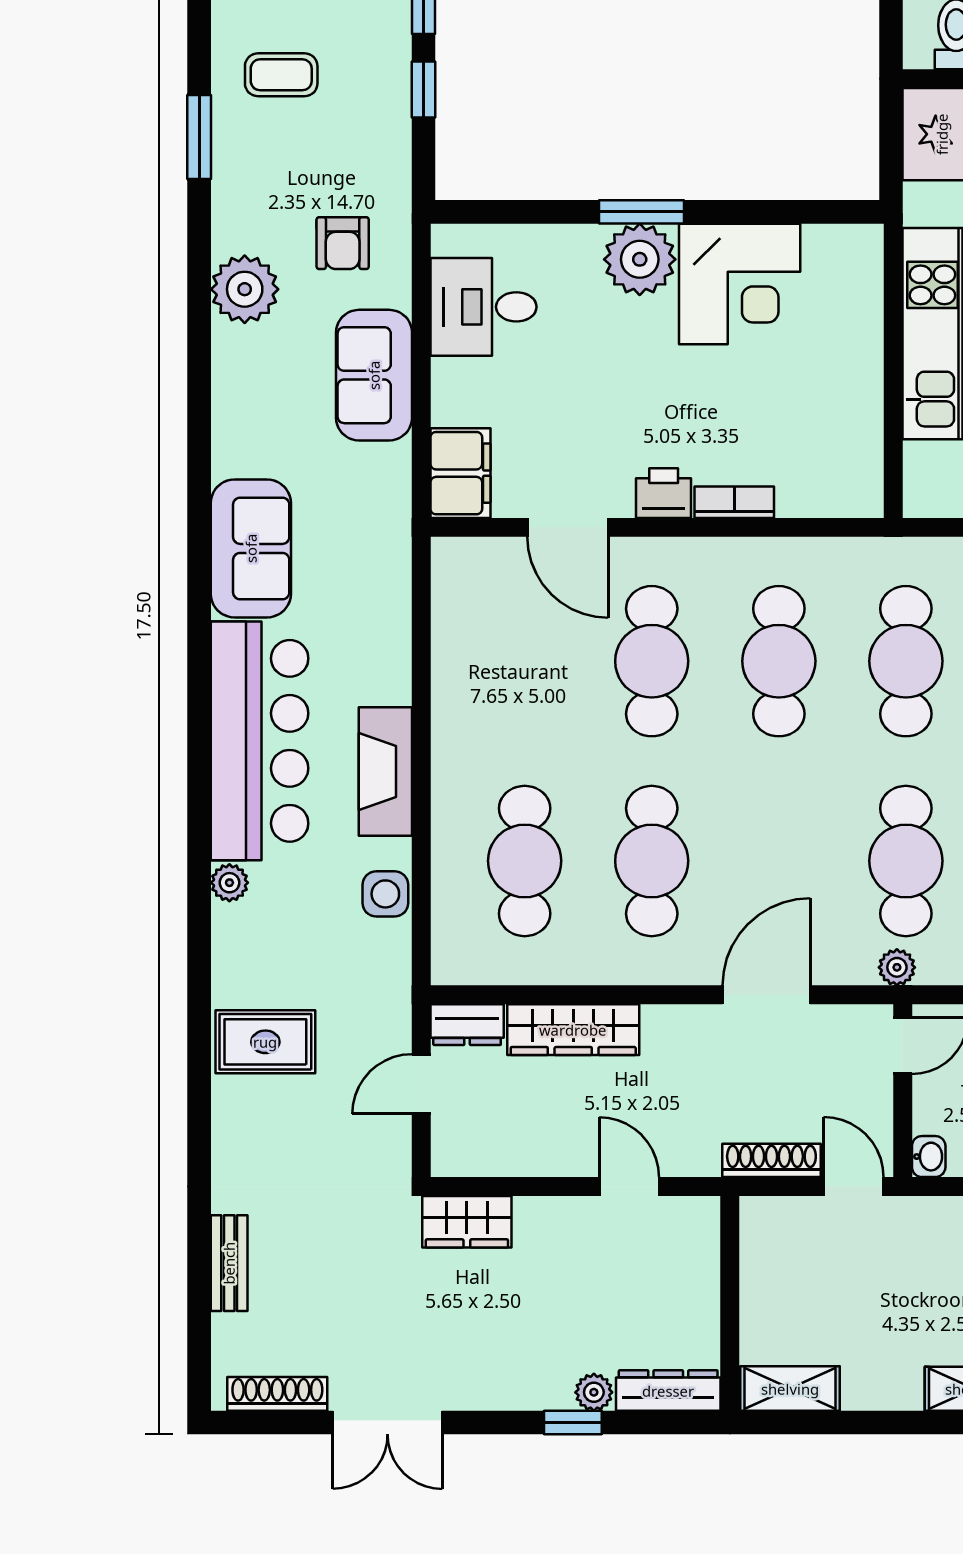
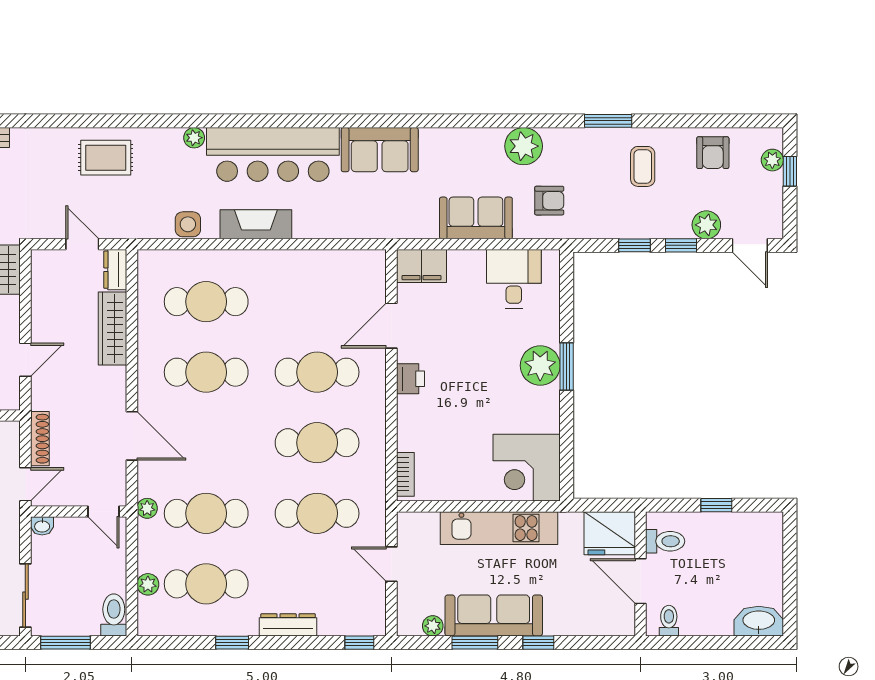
armchair: (343, 243) -> (549, 201), turned 180
corner desk: (740, 284) -> (527, 468), moved
bookcase: (734, 502) -> (405, 474), moved
rug: (265, 1042) -> (106, 158), turned 90

